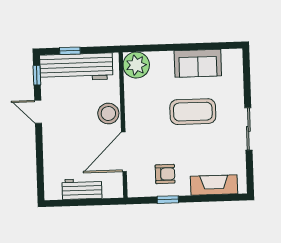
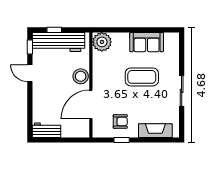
workbench: (82, 189) -> (46, 130), moved

